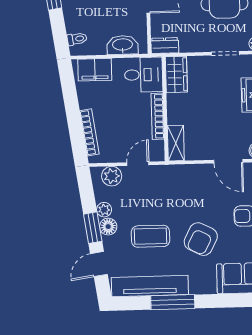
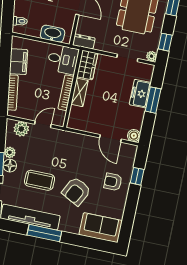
filing cabinet: (95, 70) -> (18, 62), moved, turned -98
shelving: (176, 143) -> (80, 92), moved

